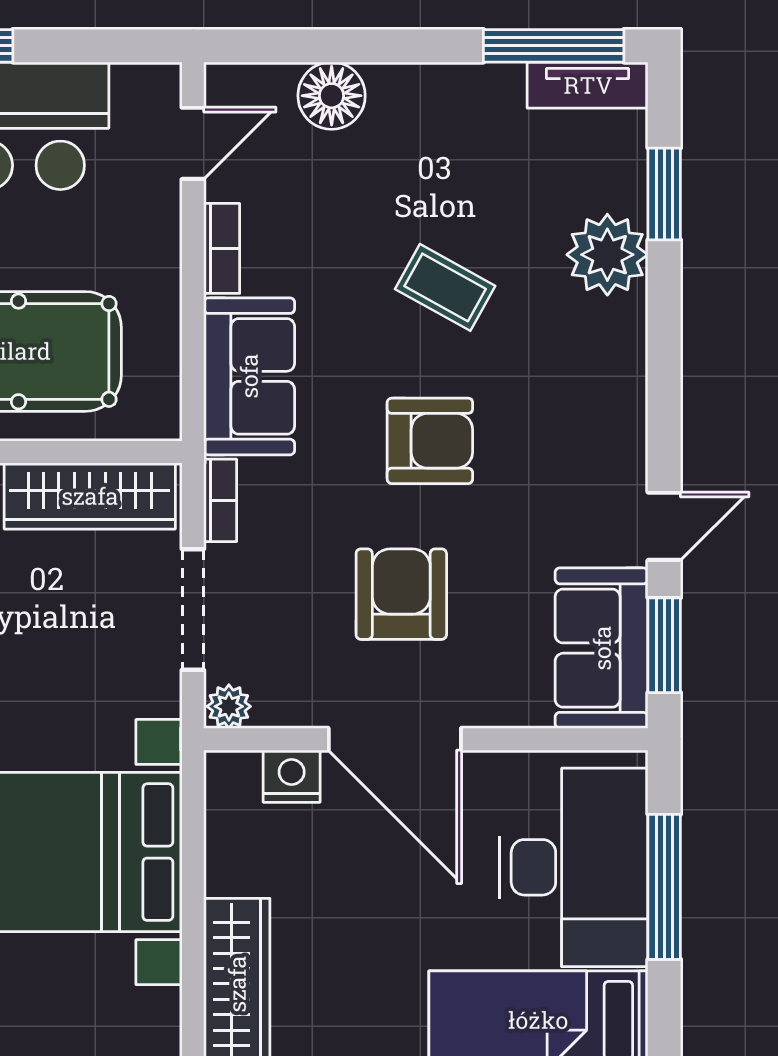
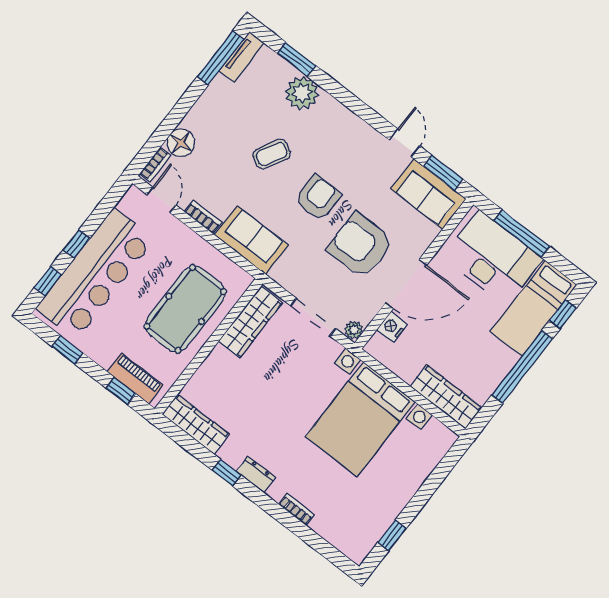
bookcase: (220, 500) -> (155, 164), moved, turned 90
armchair: (401, 594) -> (360, 245), width x1.36, depth x1.36

